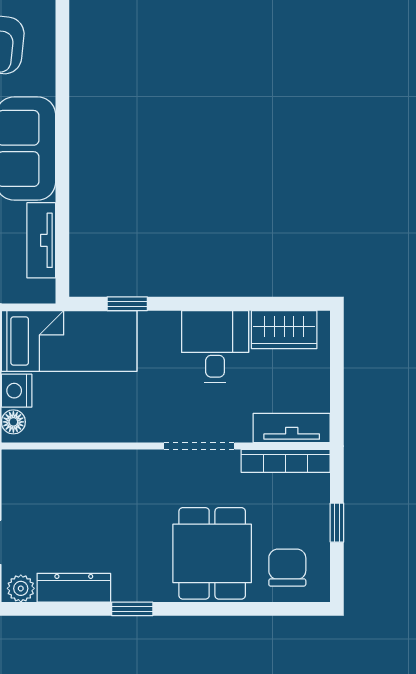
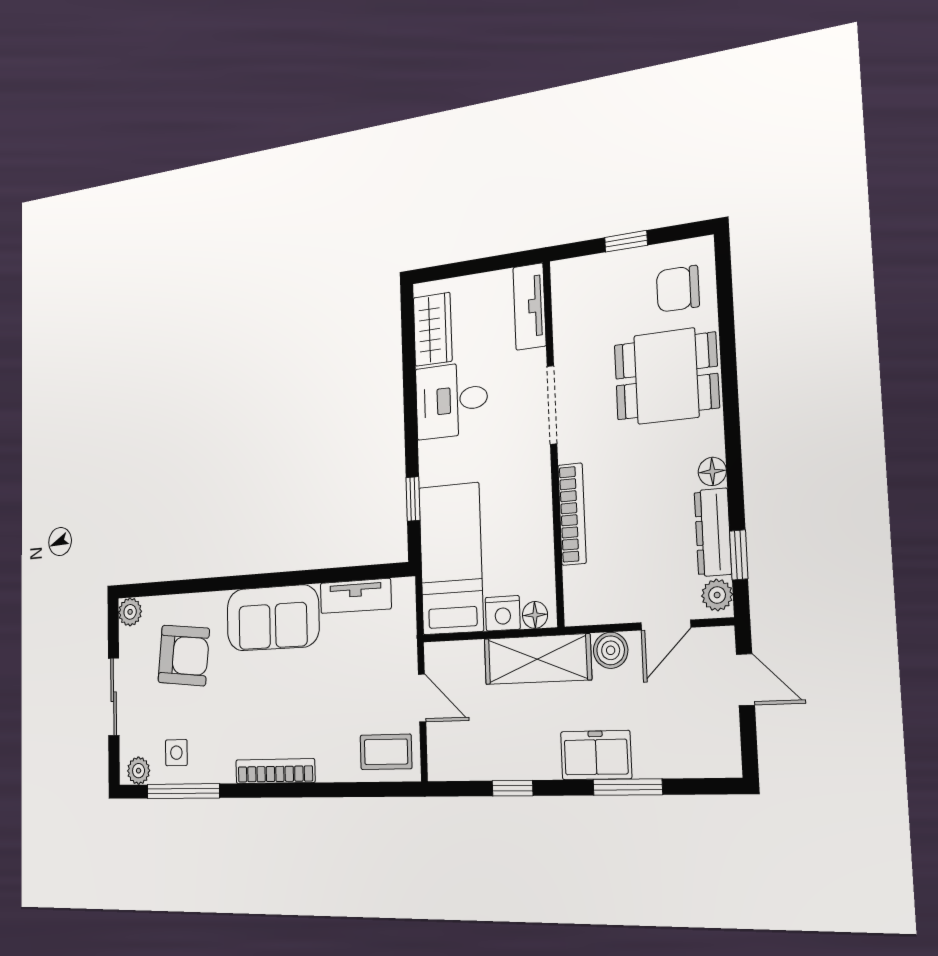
bookcase: (286, 461) -> (572, 514), moved
floor lamp: (125, 590) -> (712, 471), added
window: (132, 609) -> (739, 555), moved

